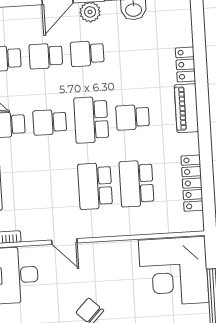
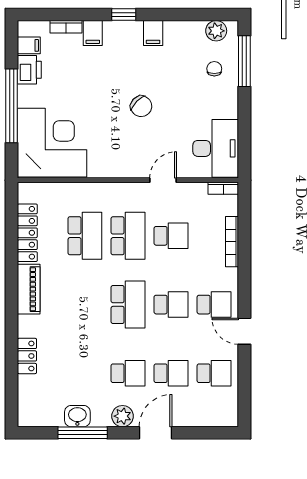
piano: (186, 108) -> (29, 289), moved
school desk: (133, 117) -> (171, 236), moved
door: (64, 242) -> (163, 180), hinge flipped

